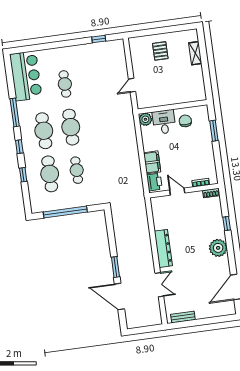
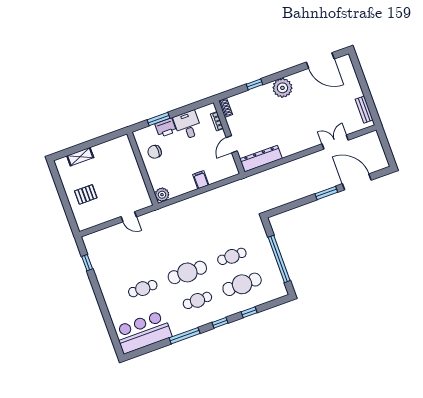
desk: (164, 122) -> (188, 125), moved, turned 90
cafe table: (44, 131) -> (197, 300), width x0.73, depth x0.74
filing cabinet: (152, 162) -> (201, 180), width x0.50
printer: (154, 182) -> (166, 128), moved, turned 180
dresser: (163, 248) -> (261, 159), moved
door: (119, 296) -> (357, 182), swing flipped

